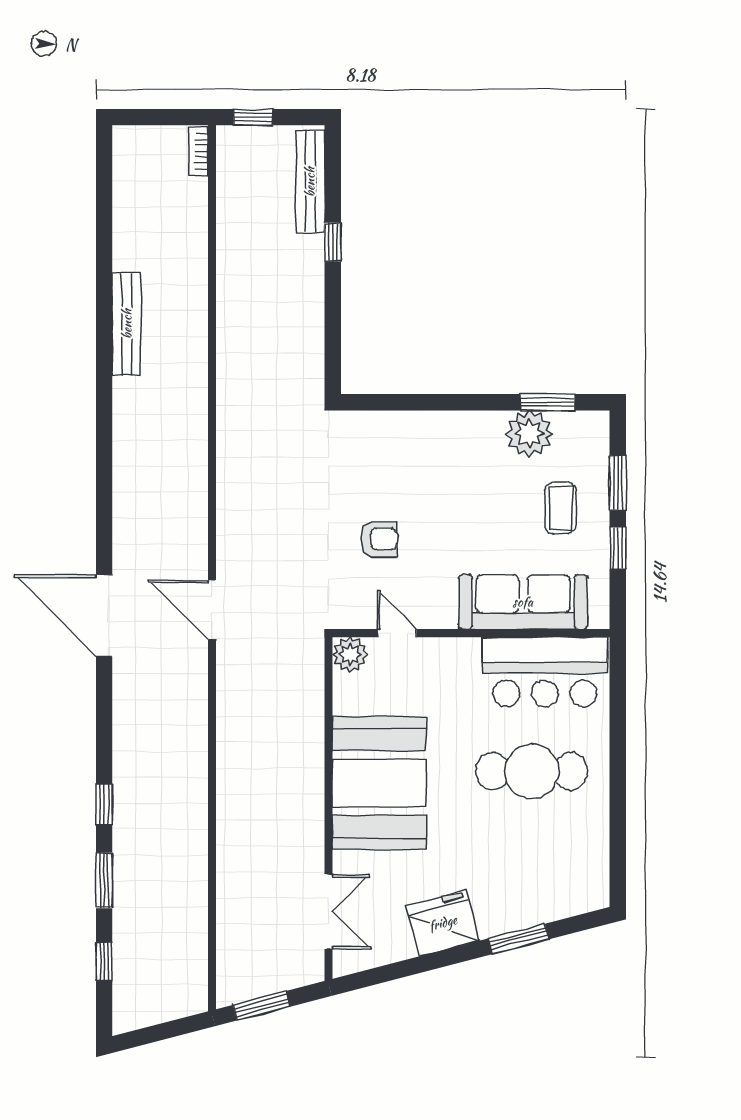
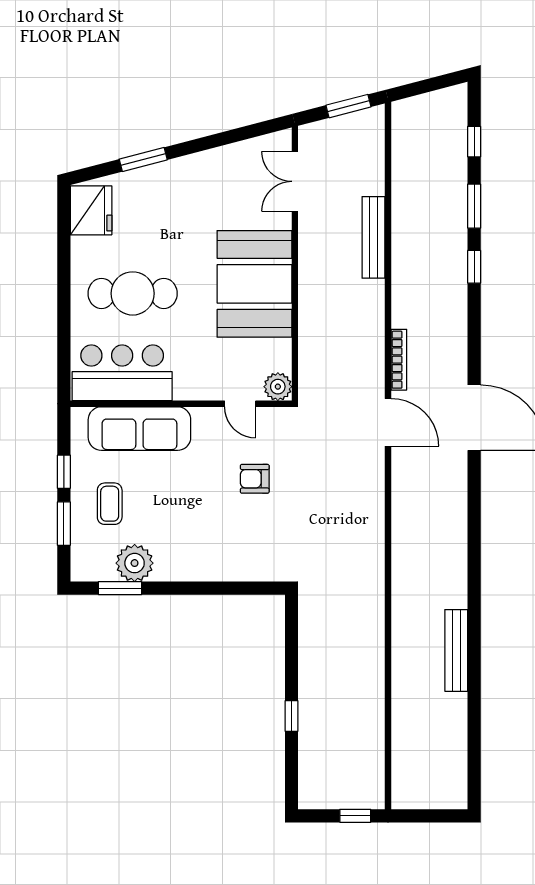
bookcase: (198, 151) -> (399, 360), moved, width x1.56
bench: (310, 182) -> (373, 237), moved
fridge: (443, 923) -> (91, 210), moved, turned -75

